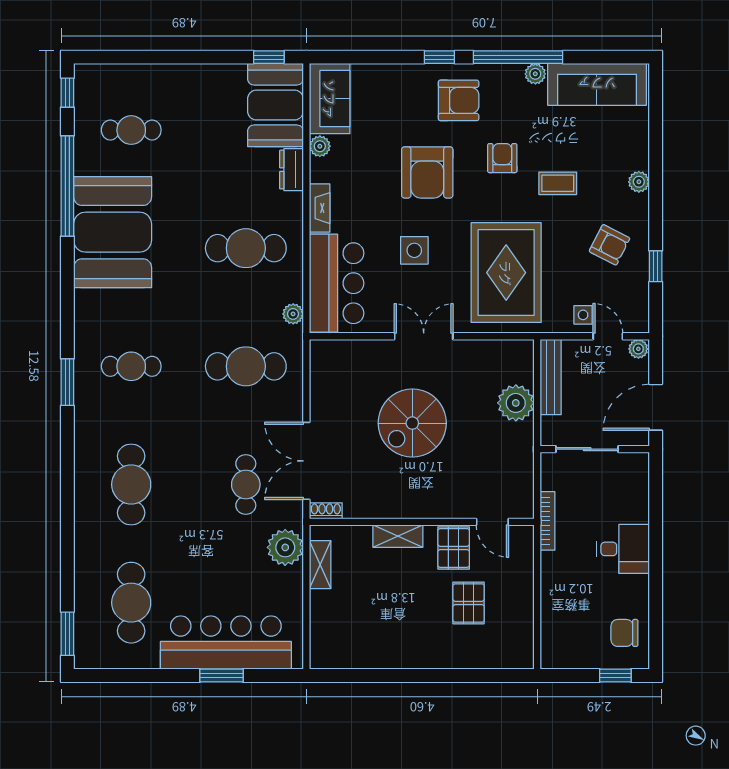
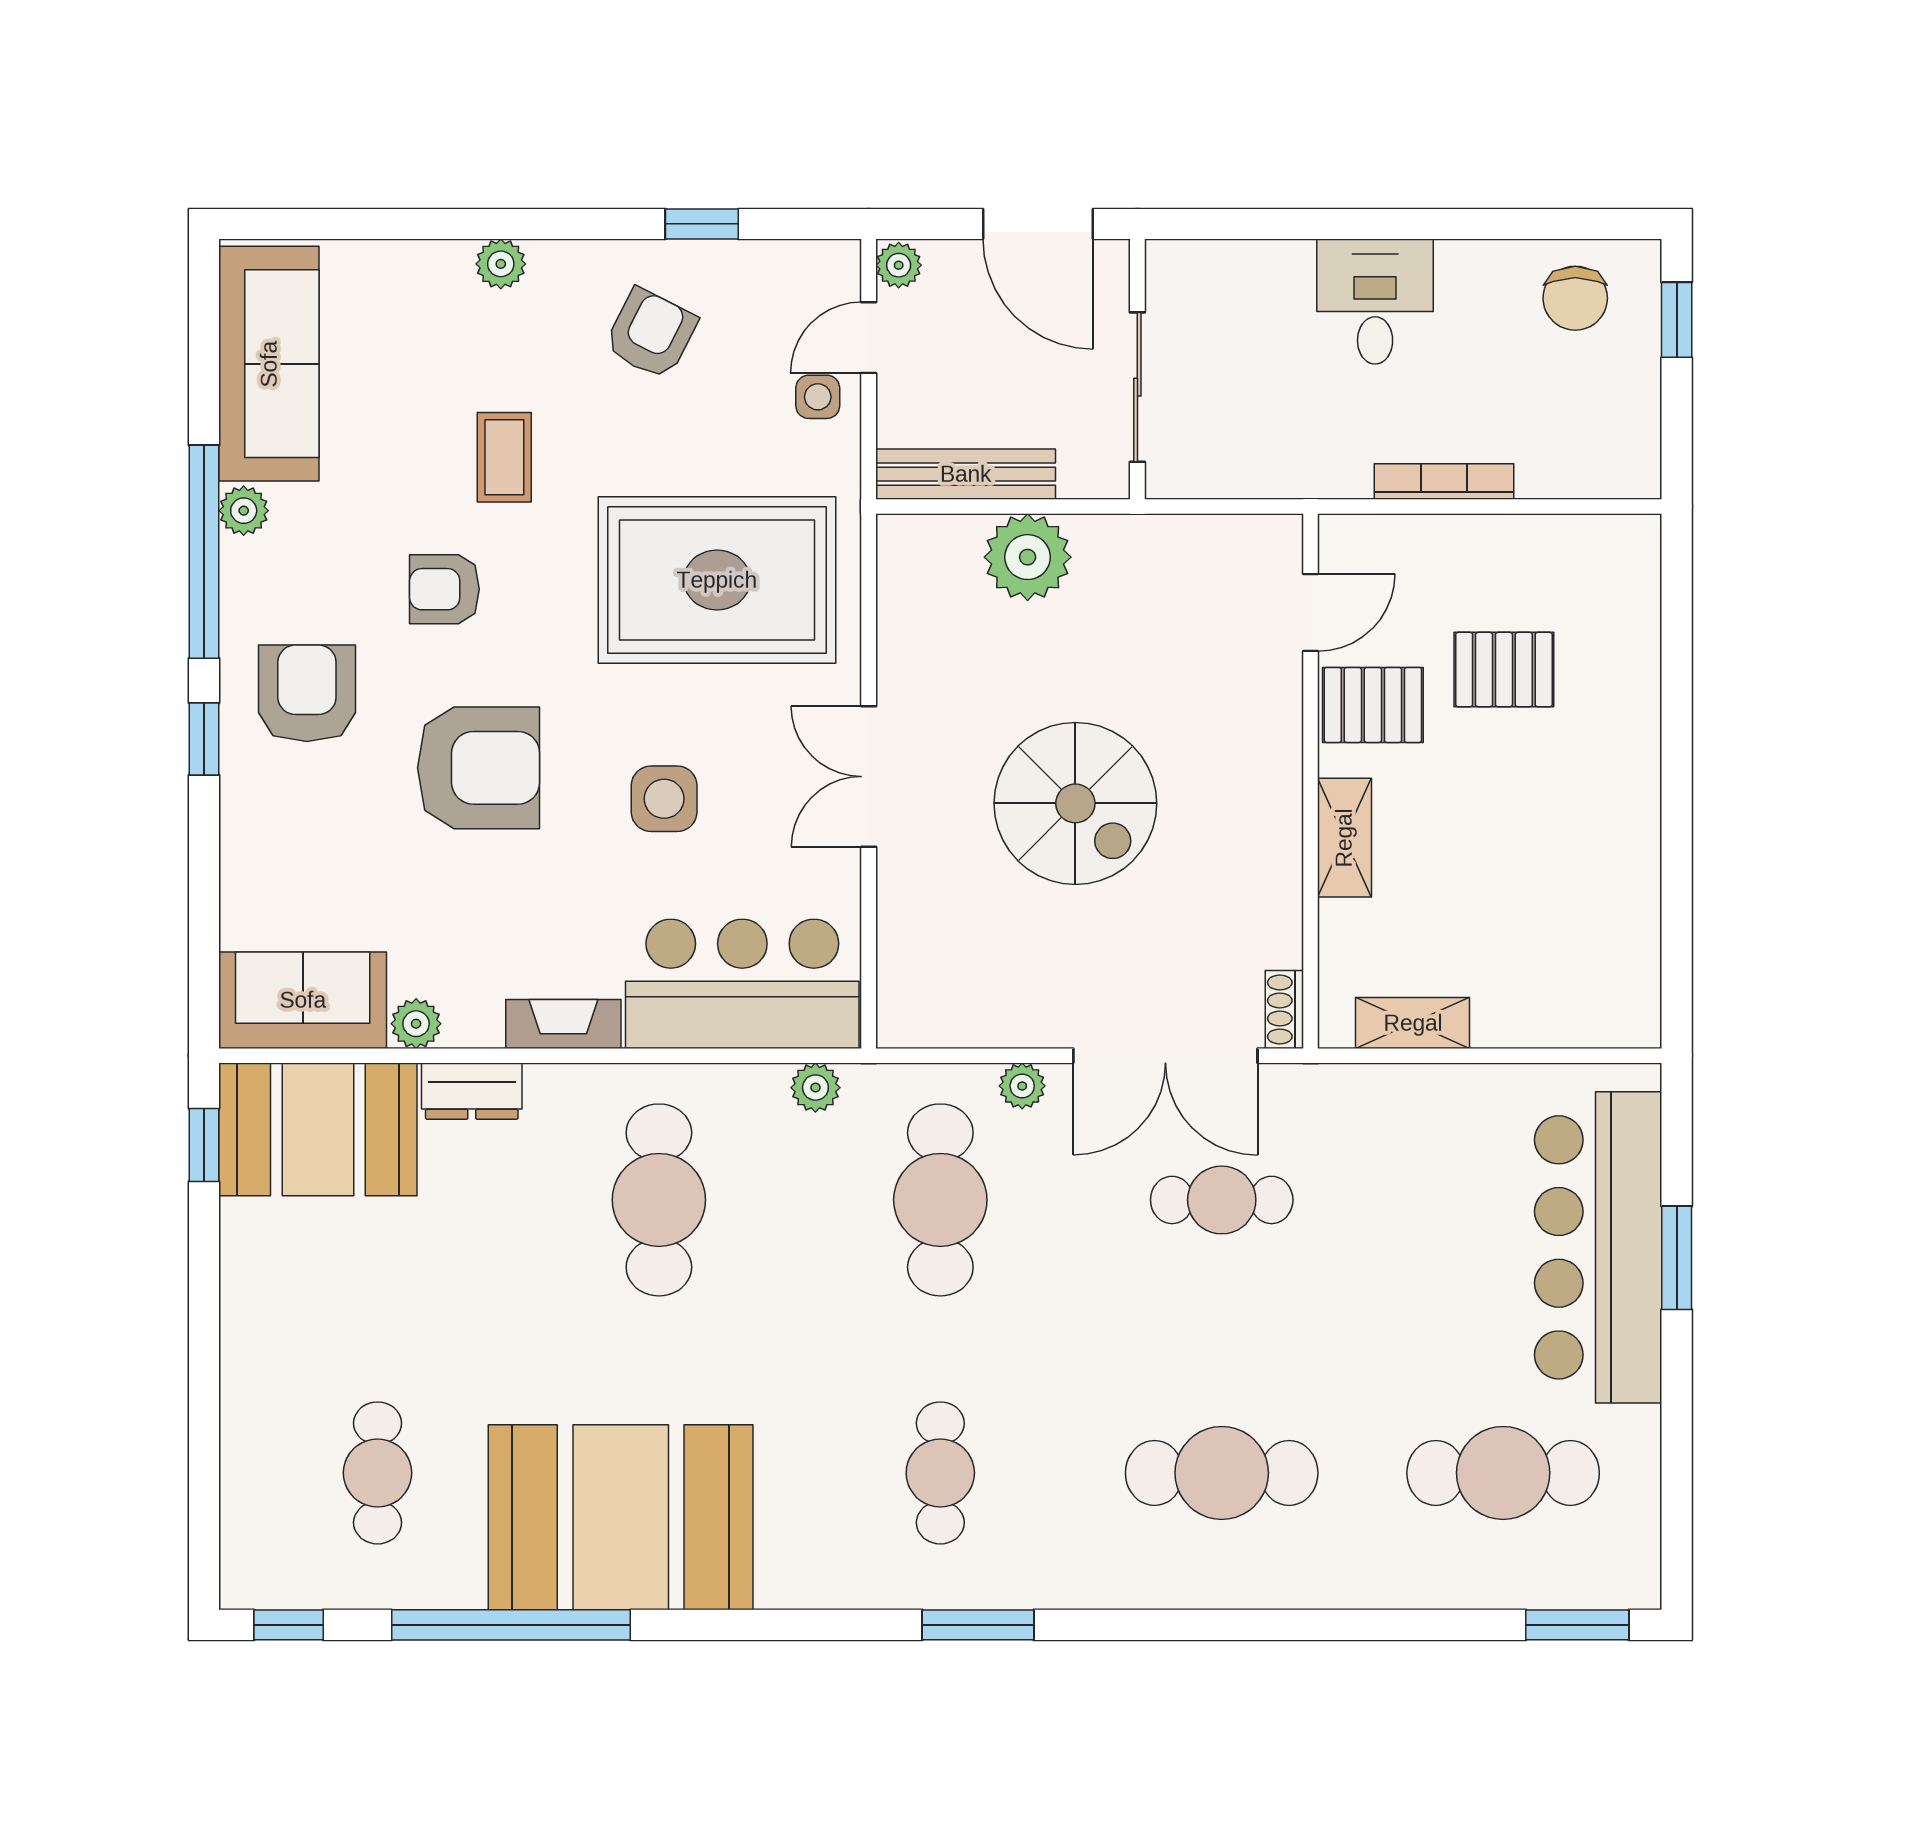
bookcase: (548, 521) -> (1444, 481), moved
plant: (285, 547) -> (1022, 1086), moved, width x0.53, depth x0.53

